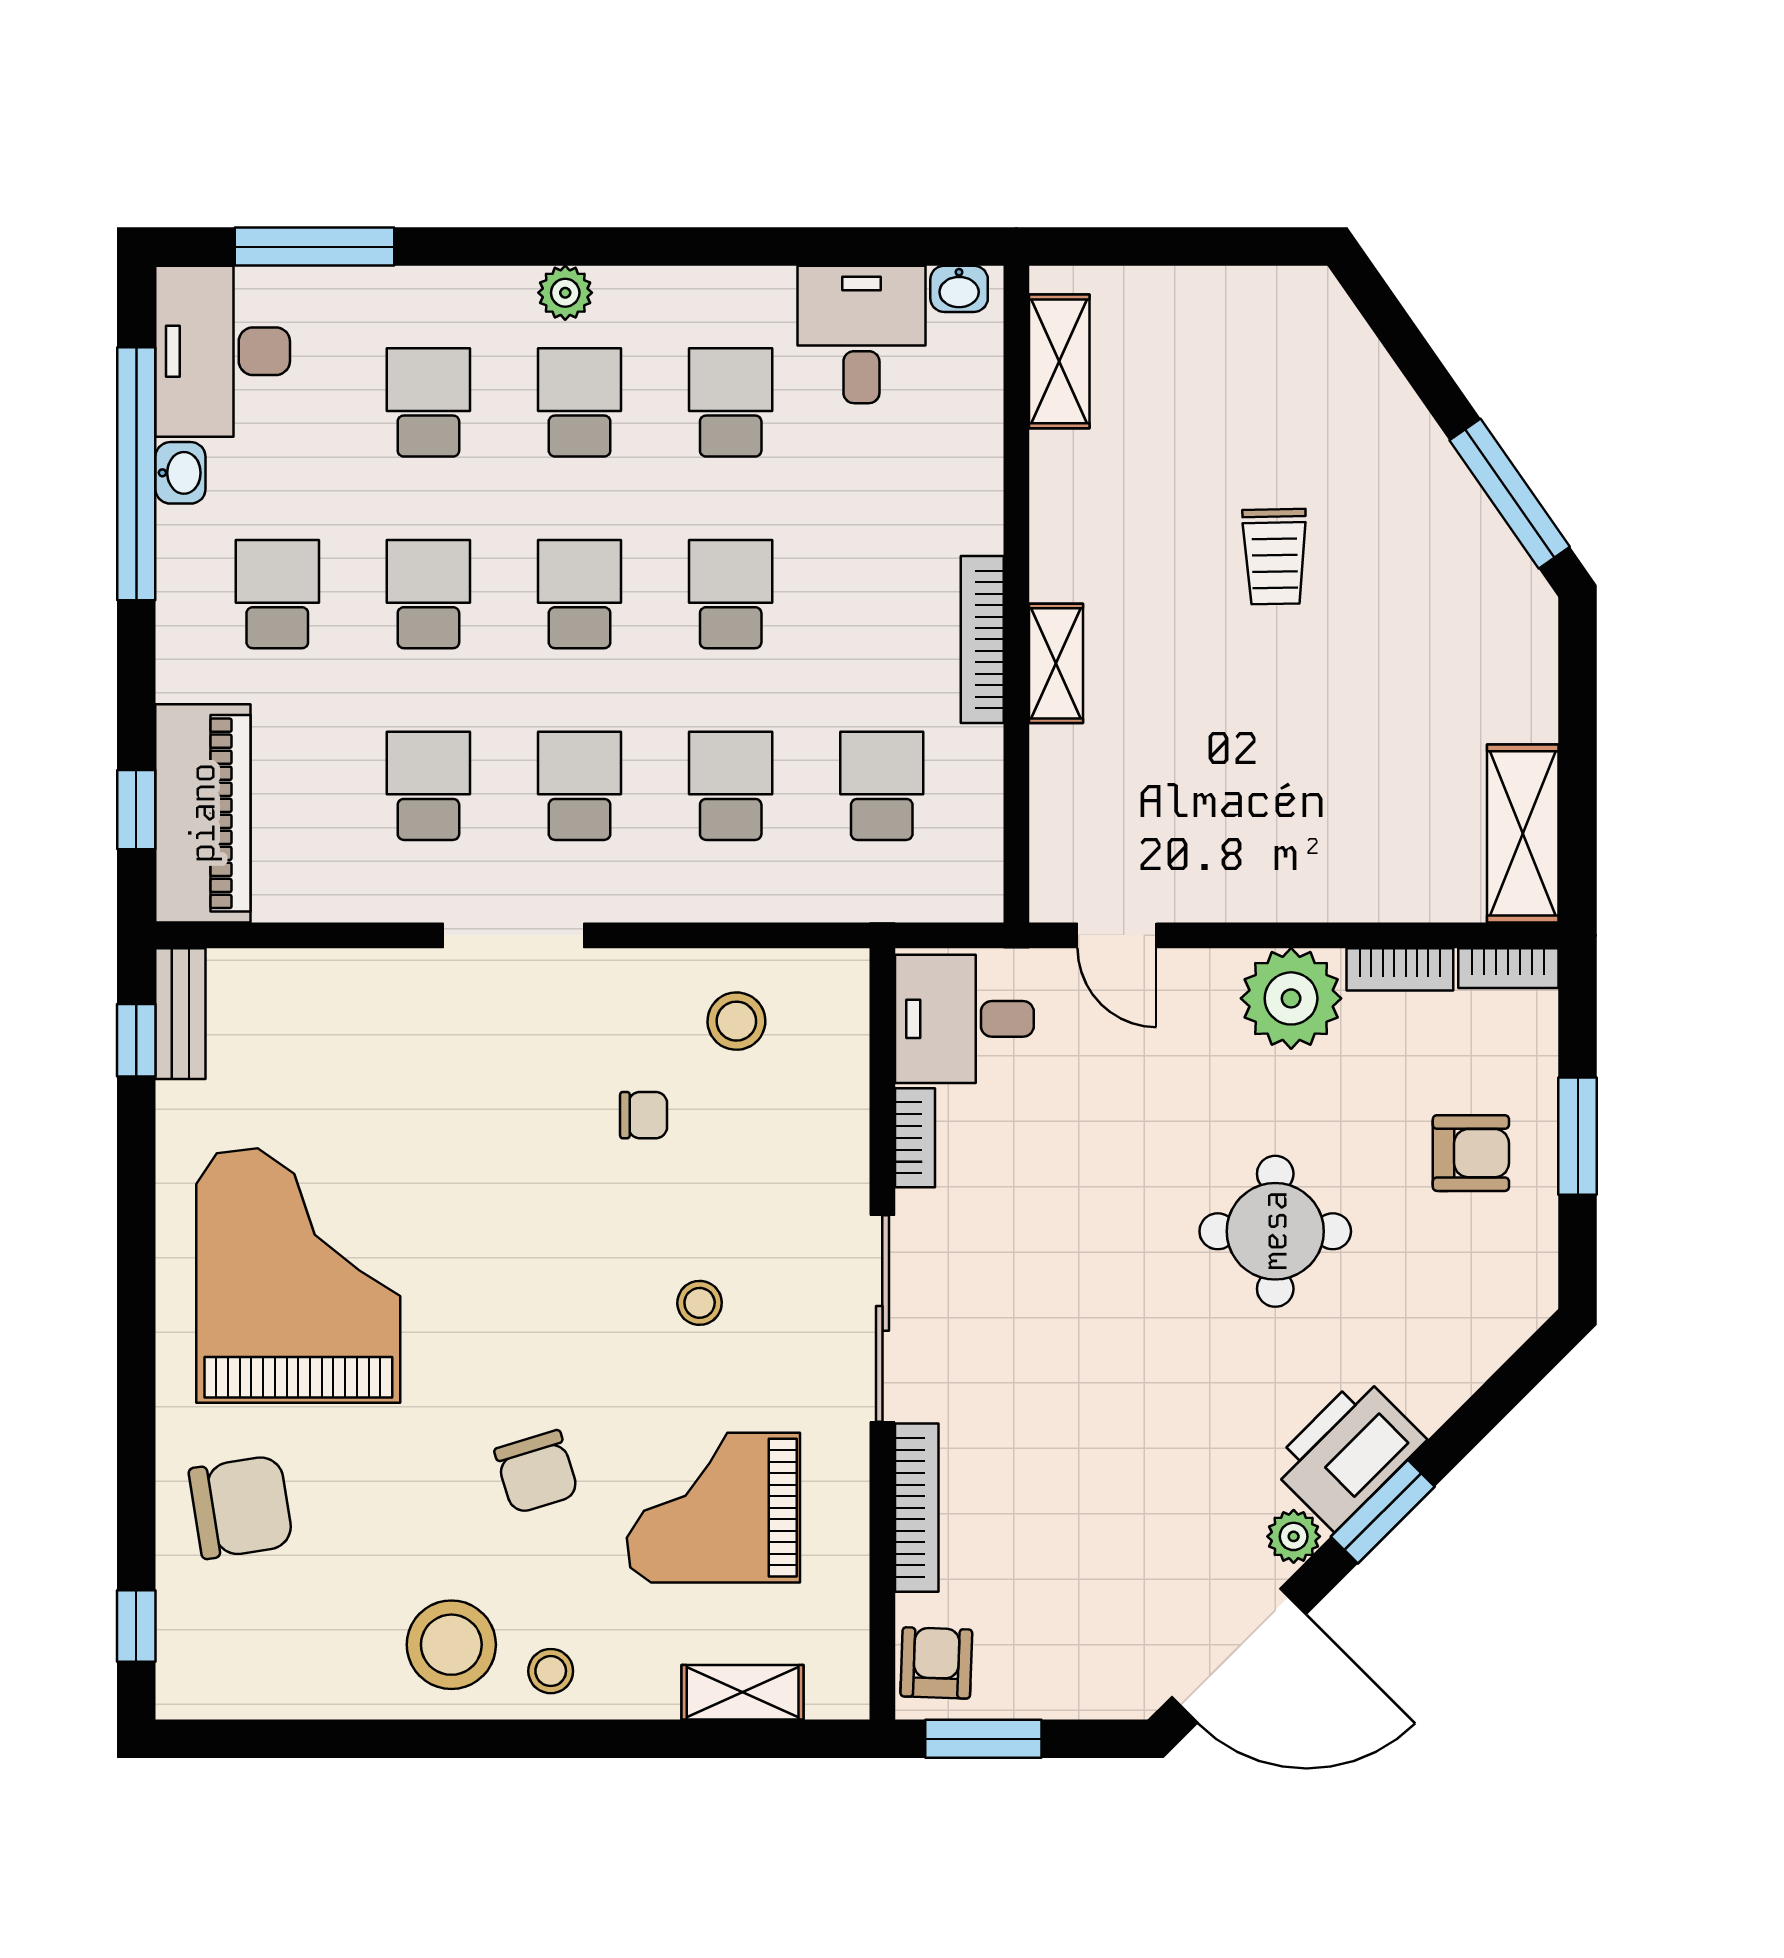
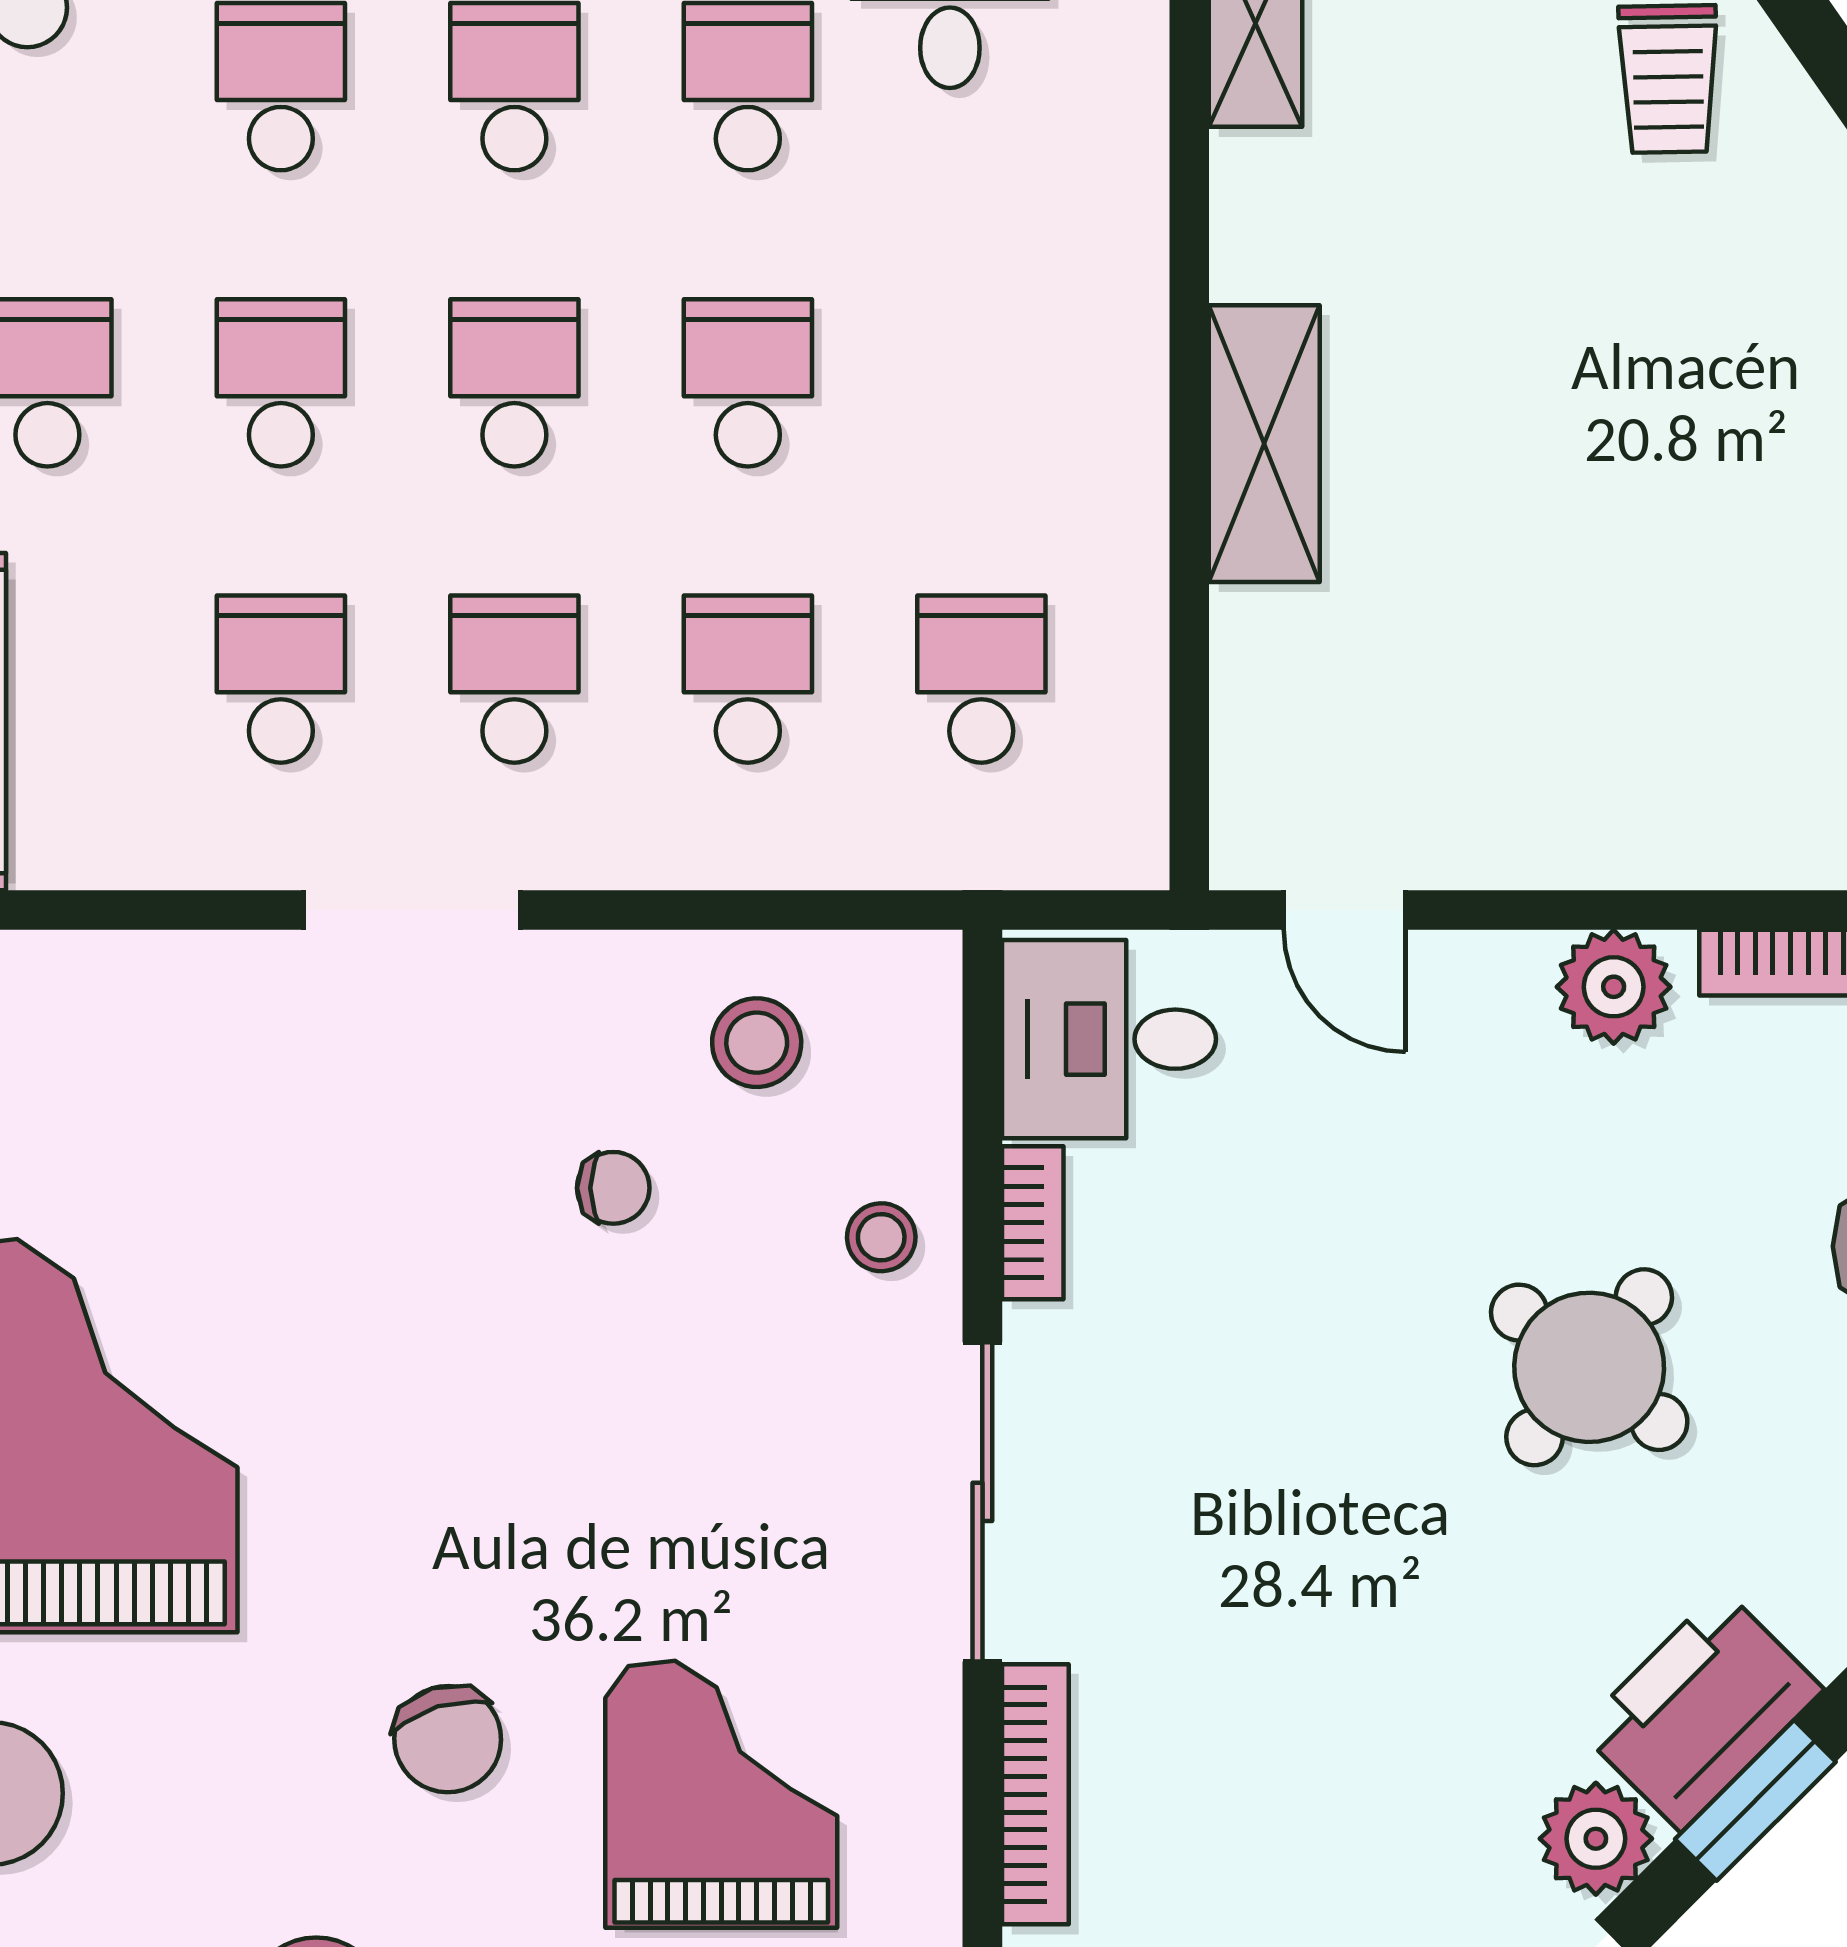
trolley: (1275, 557) -> (1668, 79), moved
bookcase: (982, 639) -> (1136, 453), removed
shelving: (1056, 663) -> (1264, 444), width x1.50, depth x1.33
plant: (1291, 998) -> (1614, 987), width x0.73, depth x0.73
round table: (1275, 1231) -> (1589, 1367), turned 38
stool: (700, 1303) -> (881, 1237), moved
grand piano: (713, 1508) -> (721, 1794), turned 90
plant: (1294, 1536) -> (1596, 1839), width x1.38, depth x1.38

